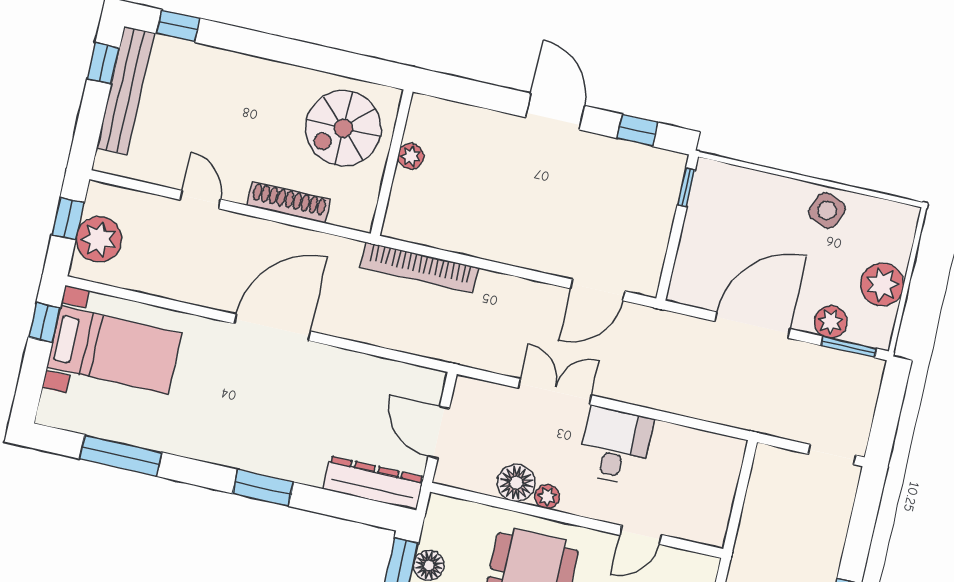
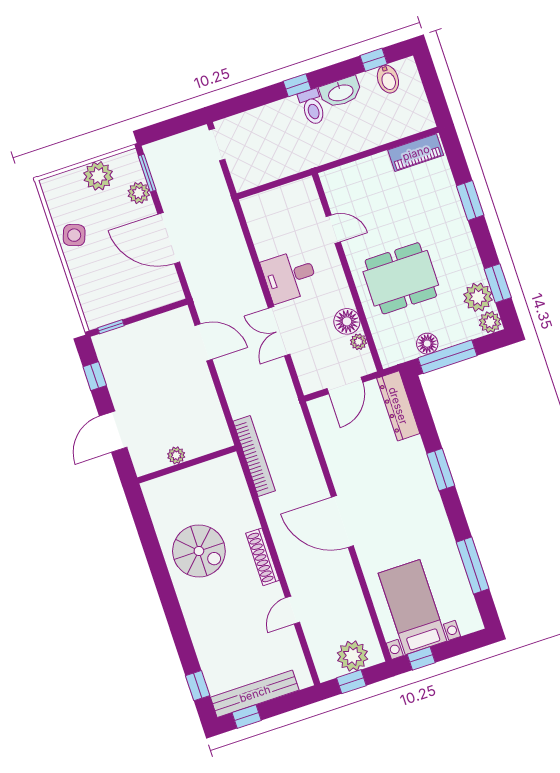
plant: (411, 156) -> (176, 455), moved
wall: (392, 163) -> (187, 464), moved
plant: (547, 497) -> (359, 342), moved

